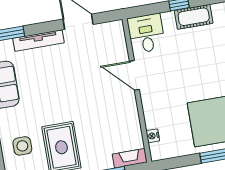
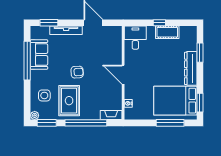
door: (134, 75) -> (123, 75), moved
armchair: (66, 101) -> (77, 72), added

